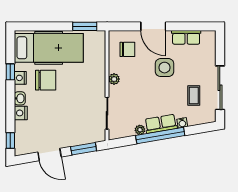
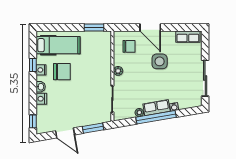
row of seats: (186, 37) -> (188, 37), moved
hospital bed: (49, 48) -> (58, 45), width x0.73, depth x0.78
coffee table: (194, 96) -> (184, 84), removed

